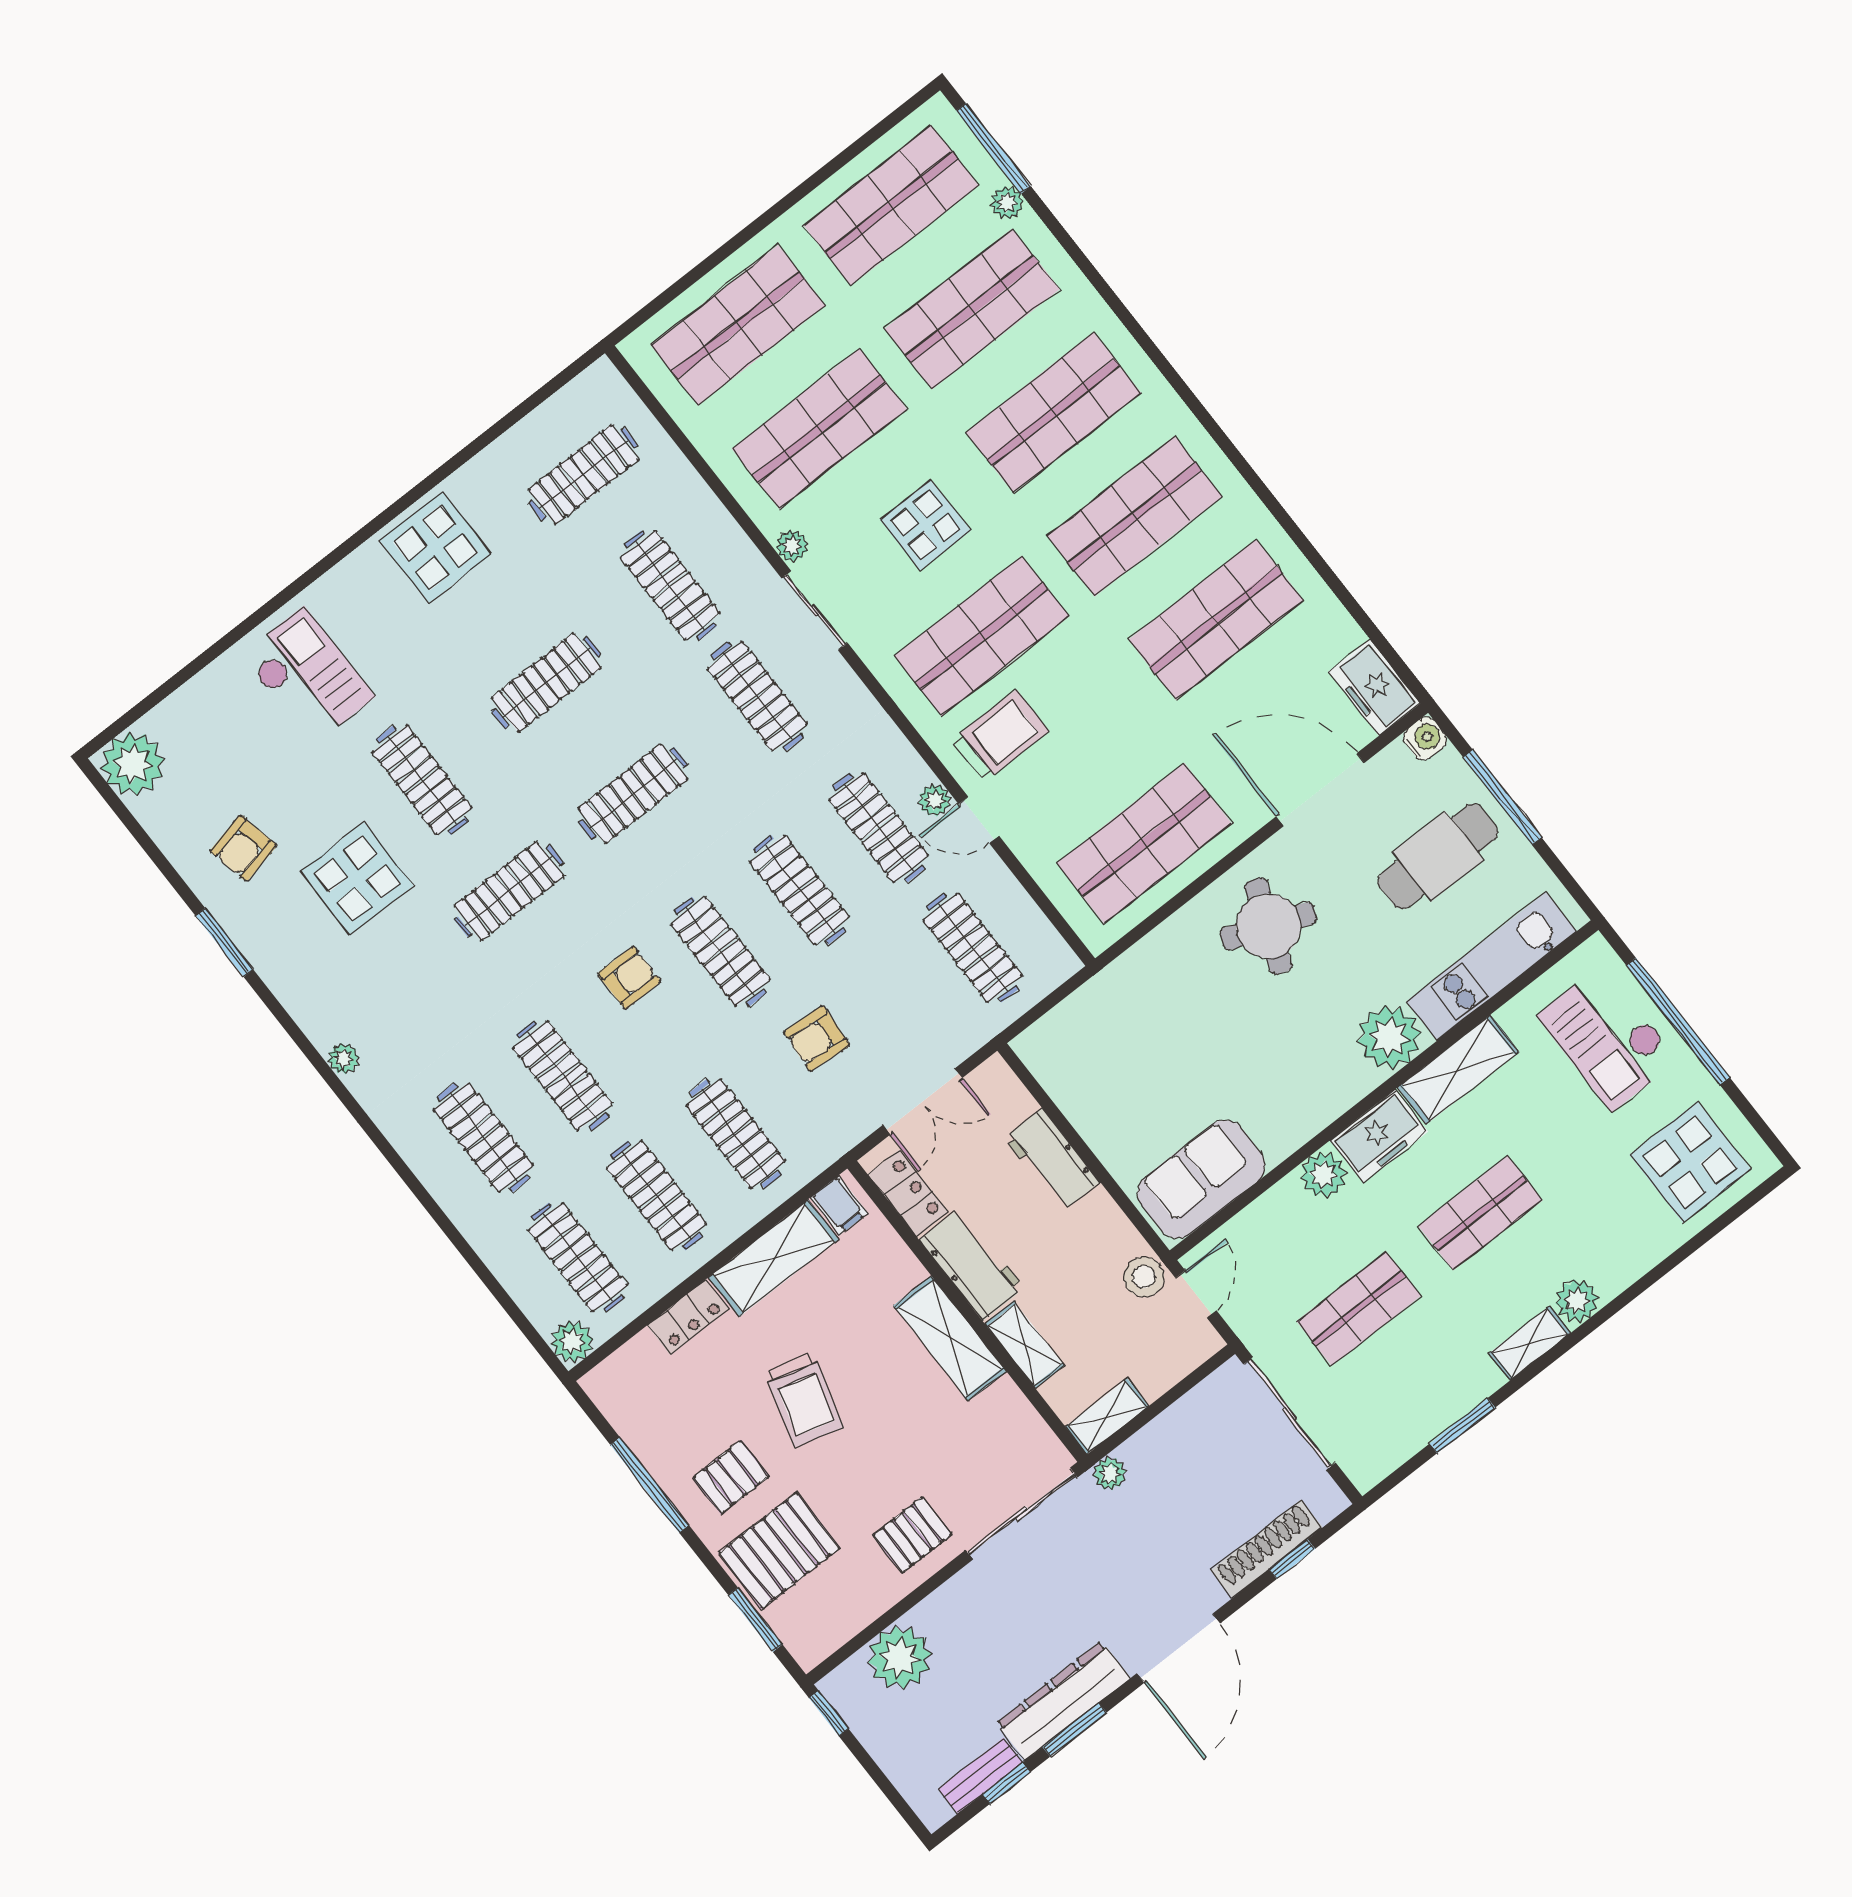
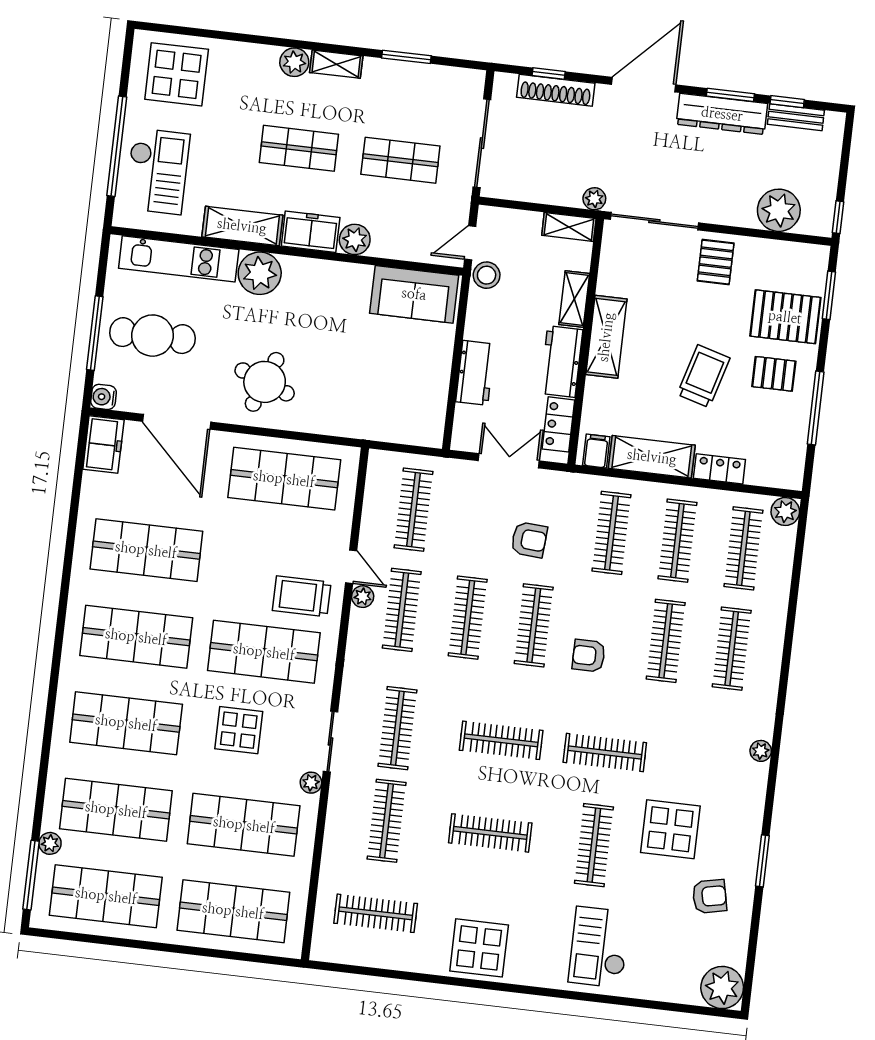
pallet: (912, 1535) -> (716, 262), turned 90

